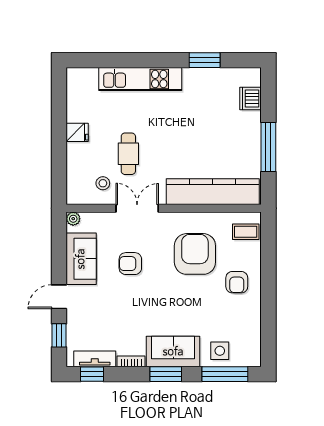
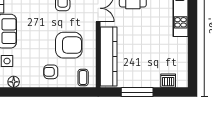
window: (205, 60) -> (193, 51), removed
floor lamp: (252, 340) -> (14, 82), added

